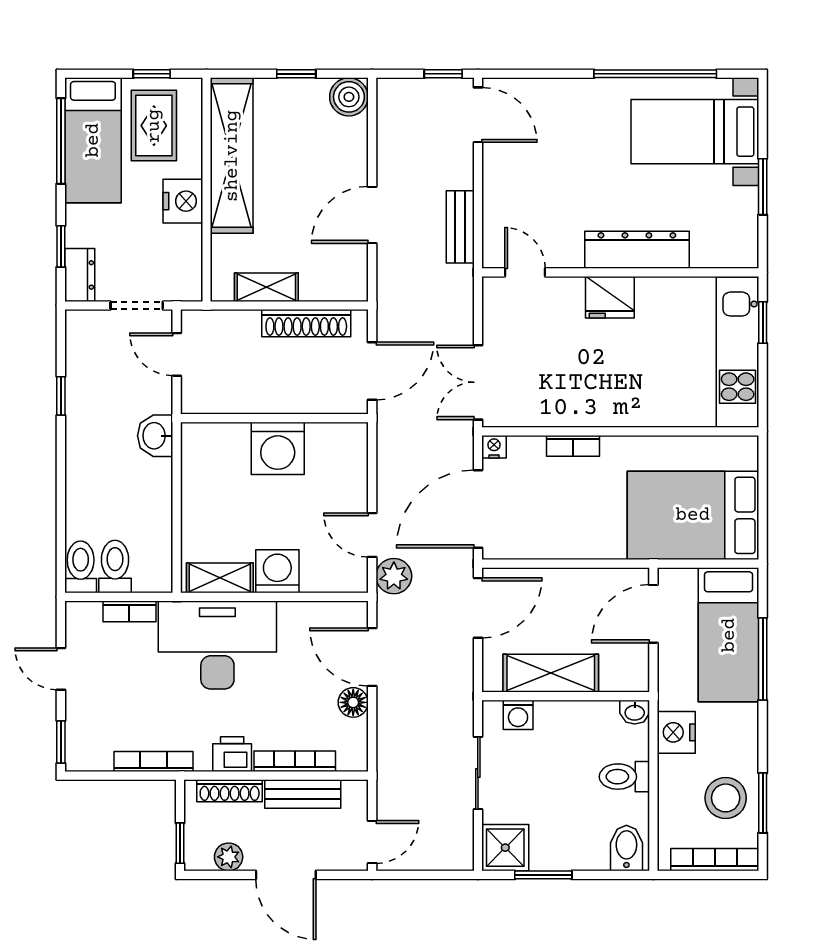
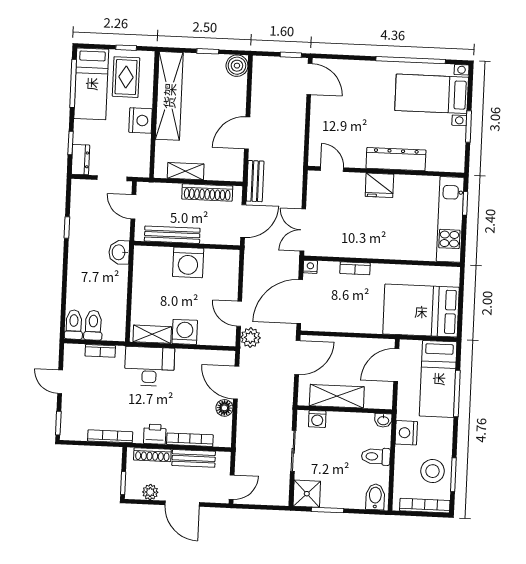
bench: (460, 227) -> (255, 181), moved
bench: (248, 400) -> (172, 235), added
desk: (217, 645) -> (149, 366), width x0.73, depth x0.77

